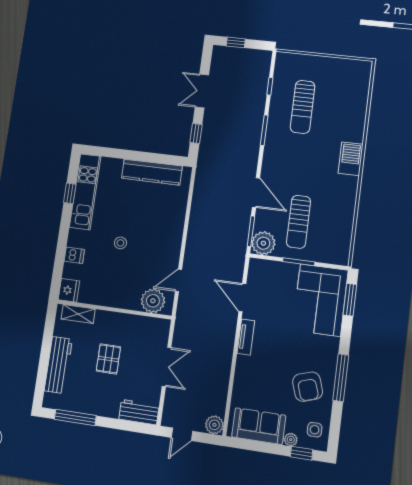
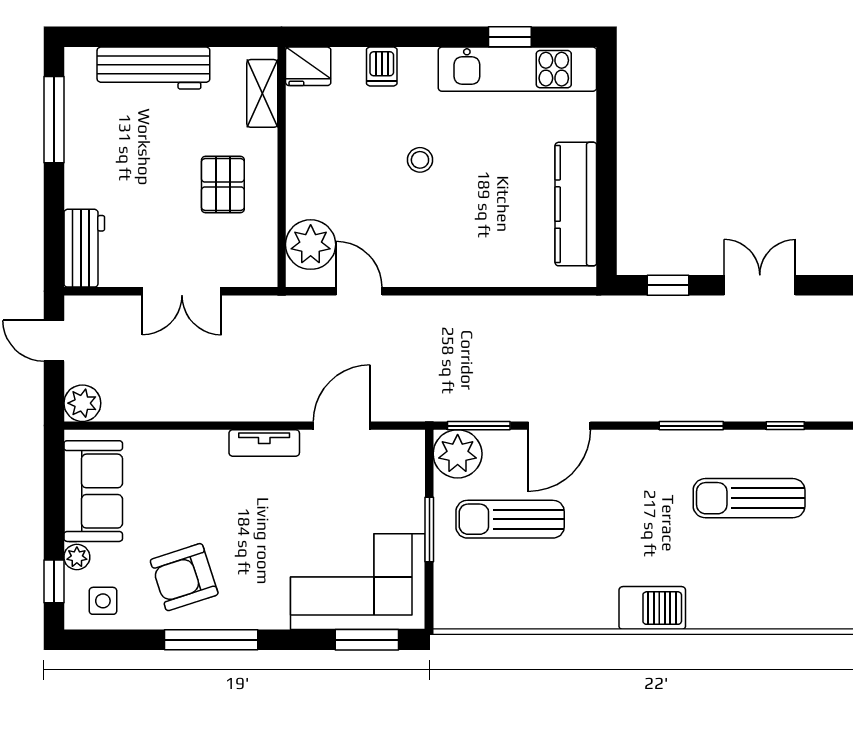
pallet: (108, 359) -> (223, 185), moved, turned 90

